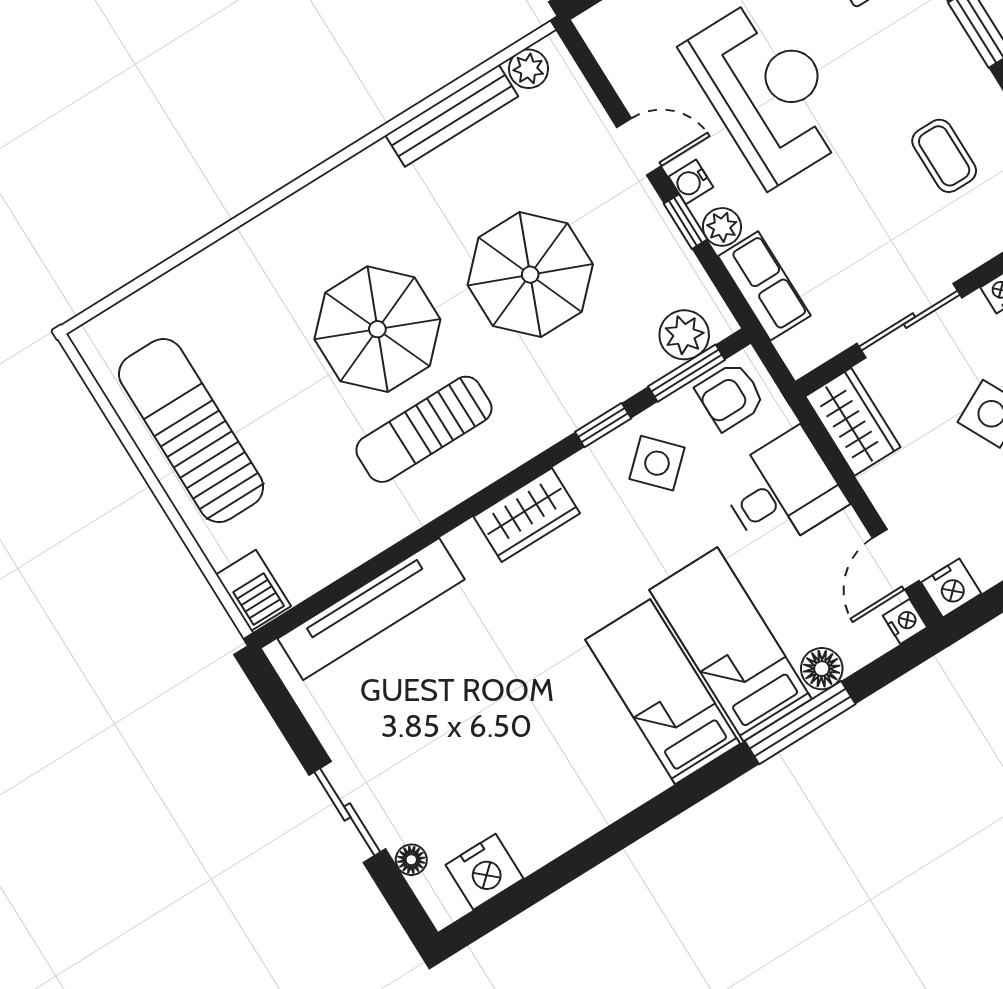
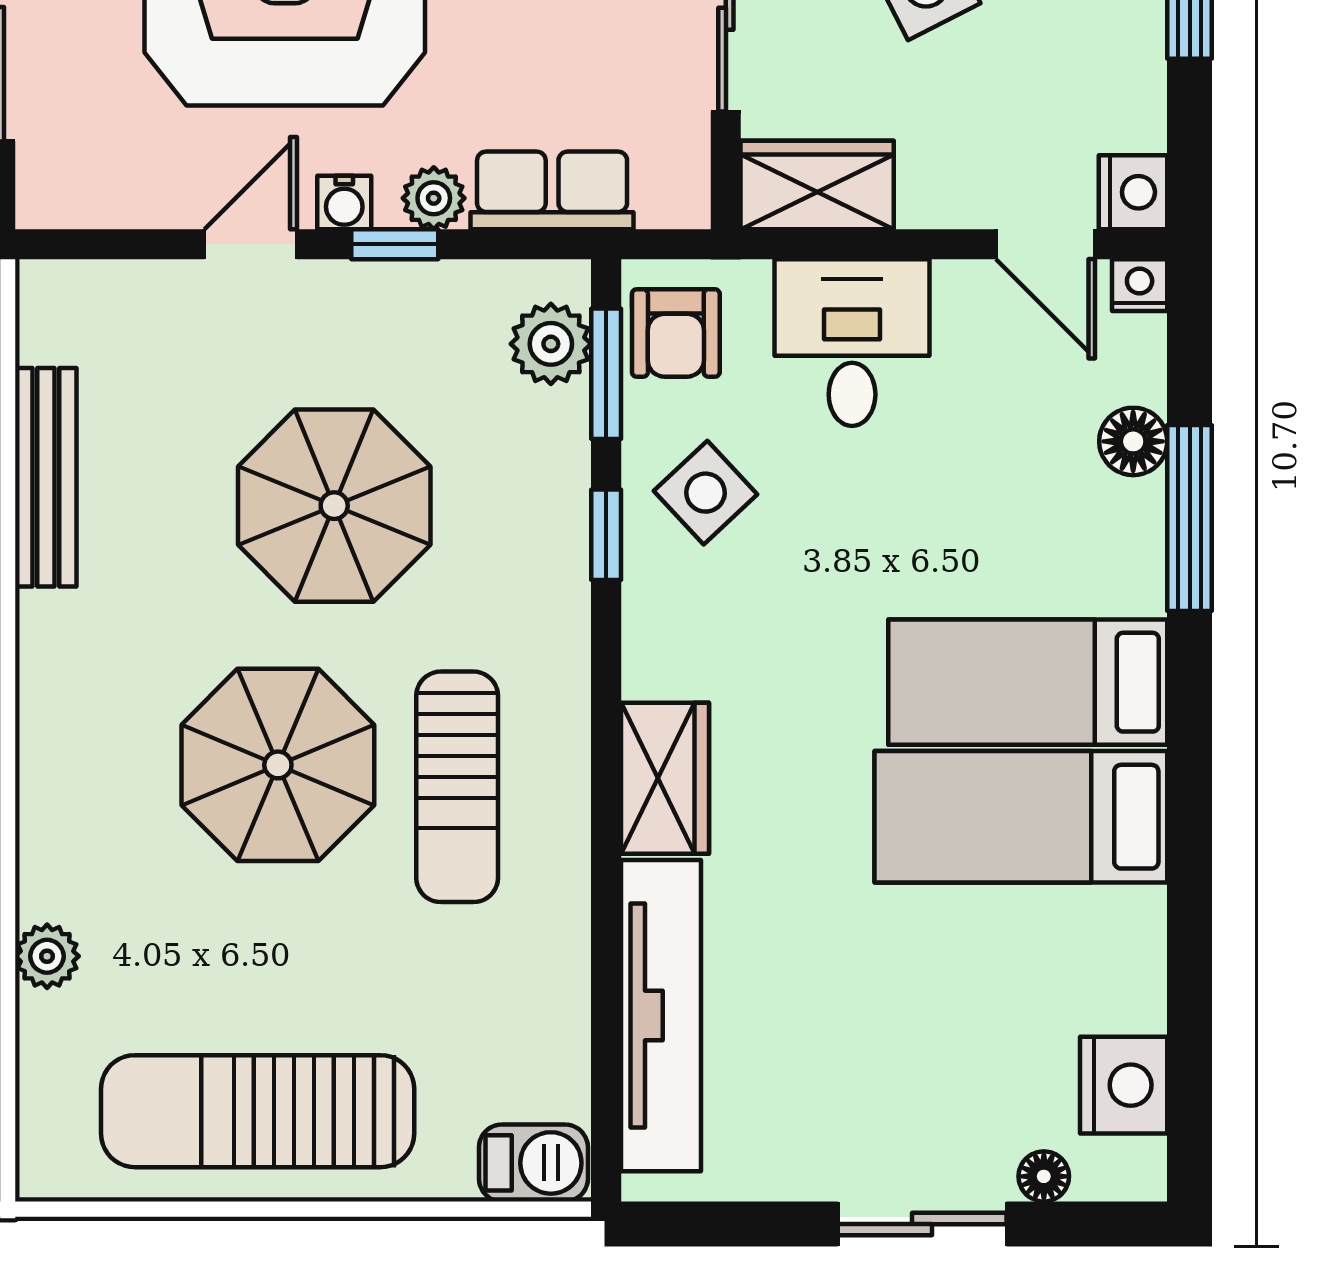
plant: (529, 69) -> (47, 956), moved
wardrobe: (527, 515) -> (665, 778), moved
bed: (731, 644) -> (1021, 817), moved

